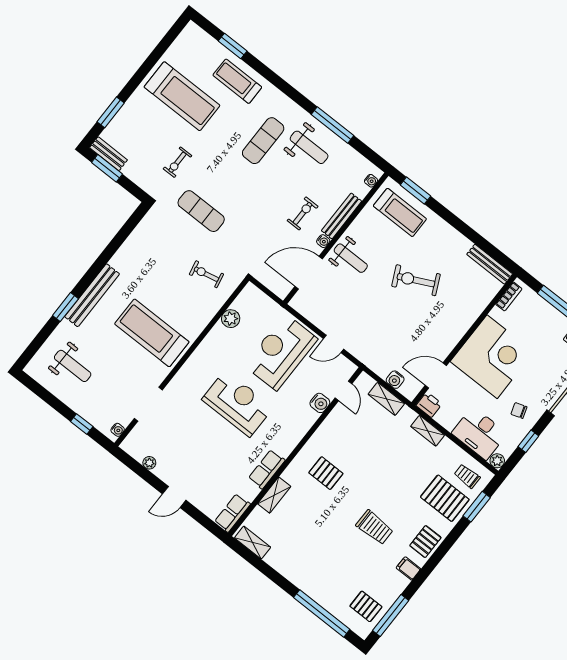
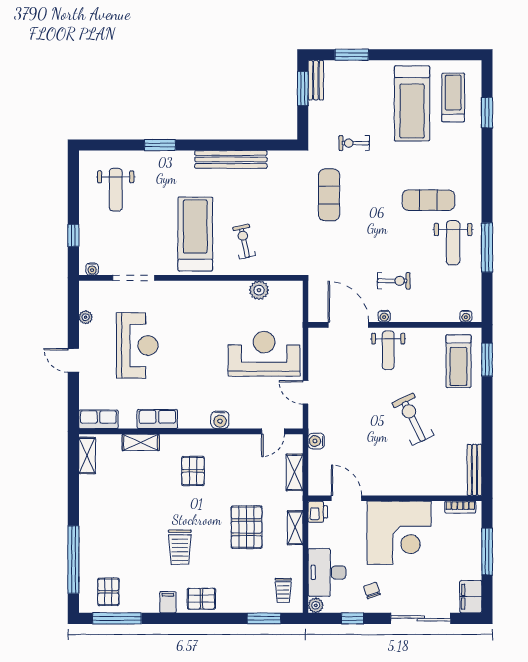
treadmill: (237, 81) -> (453, 97), moved
bench: (342, 216) -> (417, 315), removed
exercise bike: (206, 274) -> (244, 241), moved
bench: (92, 295) -> (231, 159), moved
water cooler: (395, 380) -> (316, 441), moved
reception desk: (238, 403) -> (137, 345), moved
water cooler: (320, 403) -> (220, 420), moved
trolley: (467, 476) -> (283, 590), turned 180
pallet: (445, 498) -> (247, 527), moved

